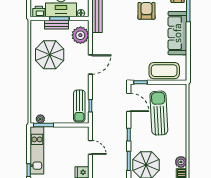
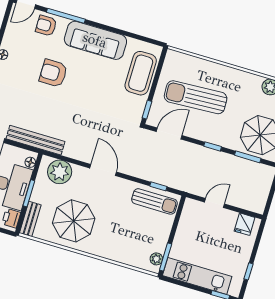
bench: (57, 25) -> (30, 219), moved

